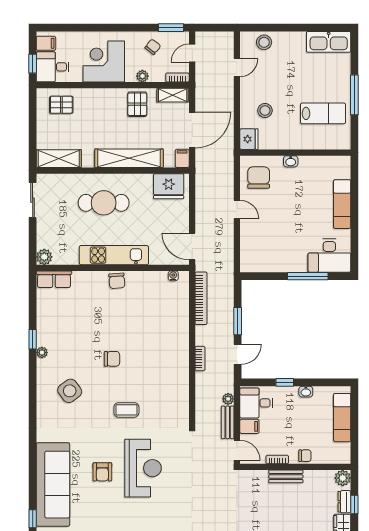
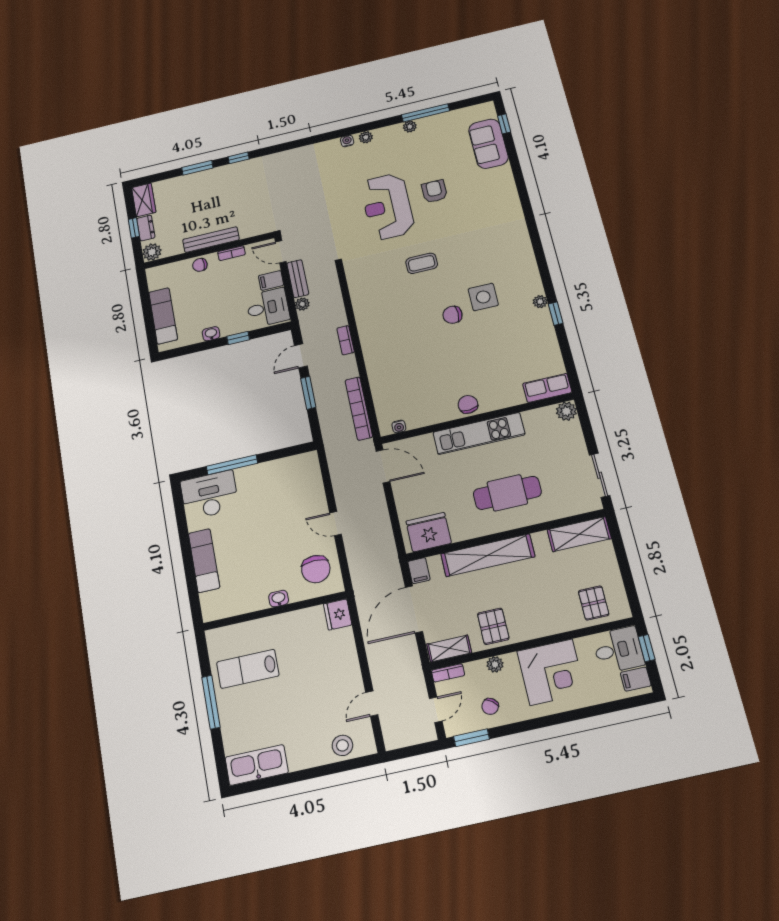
pallet: (61, 105) -> (594, 603), turned 90
stool: (265, 111) -> (324, 656), removed
side table: (70, 391) -> (483, 297), moved, turned 37
bench: (286, 476) -> (211, 240), width x1.36
sofa: (53, 485) -> (488, 144), width x0.54, depth x0.79

